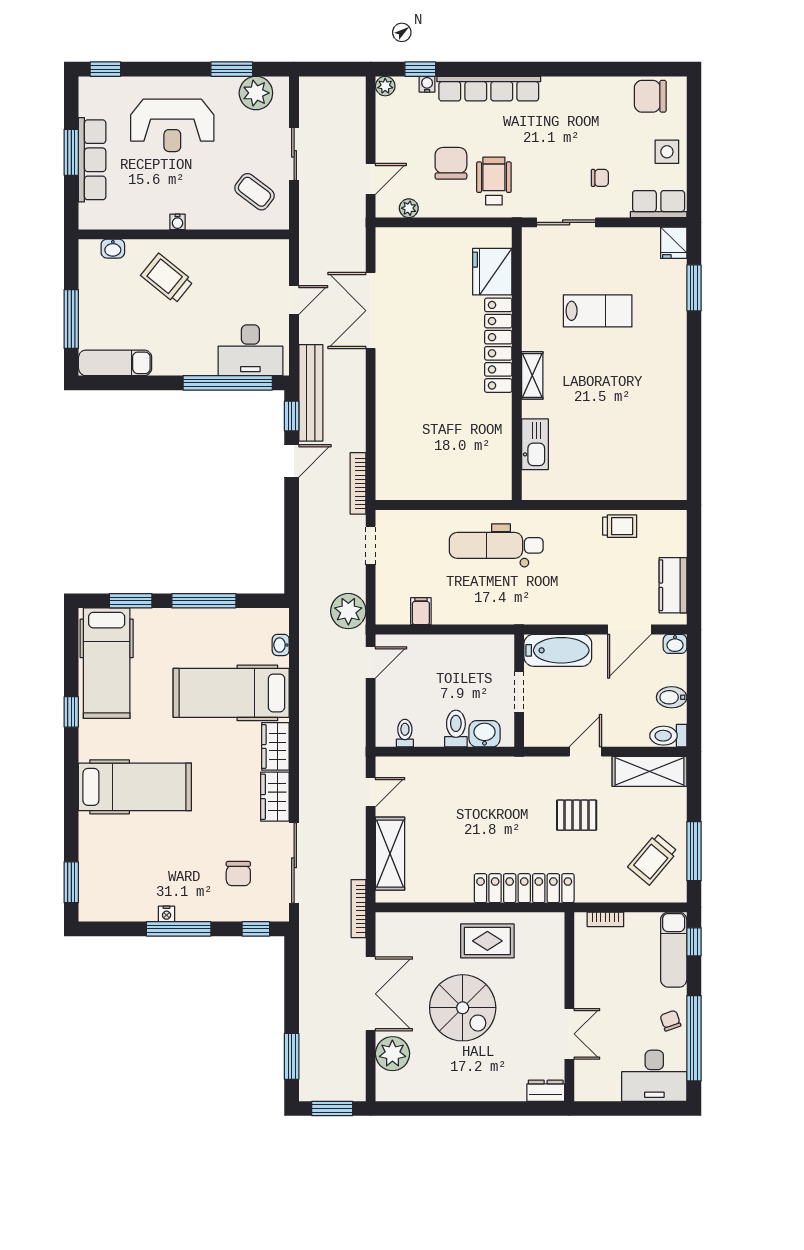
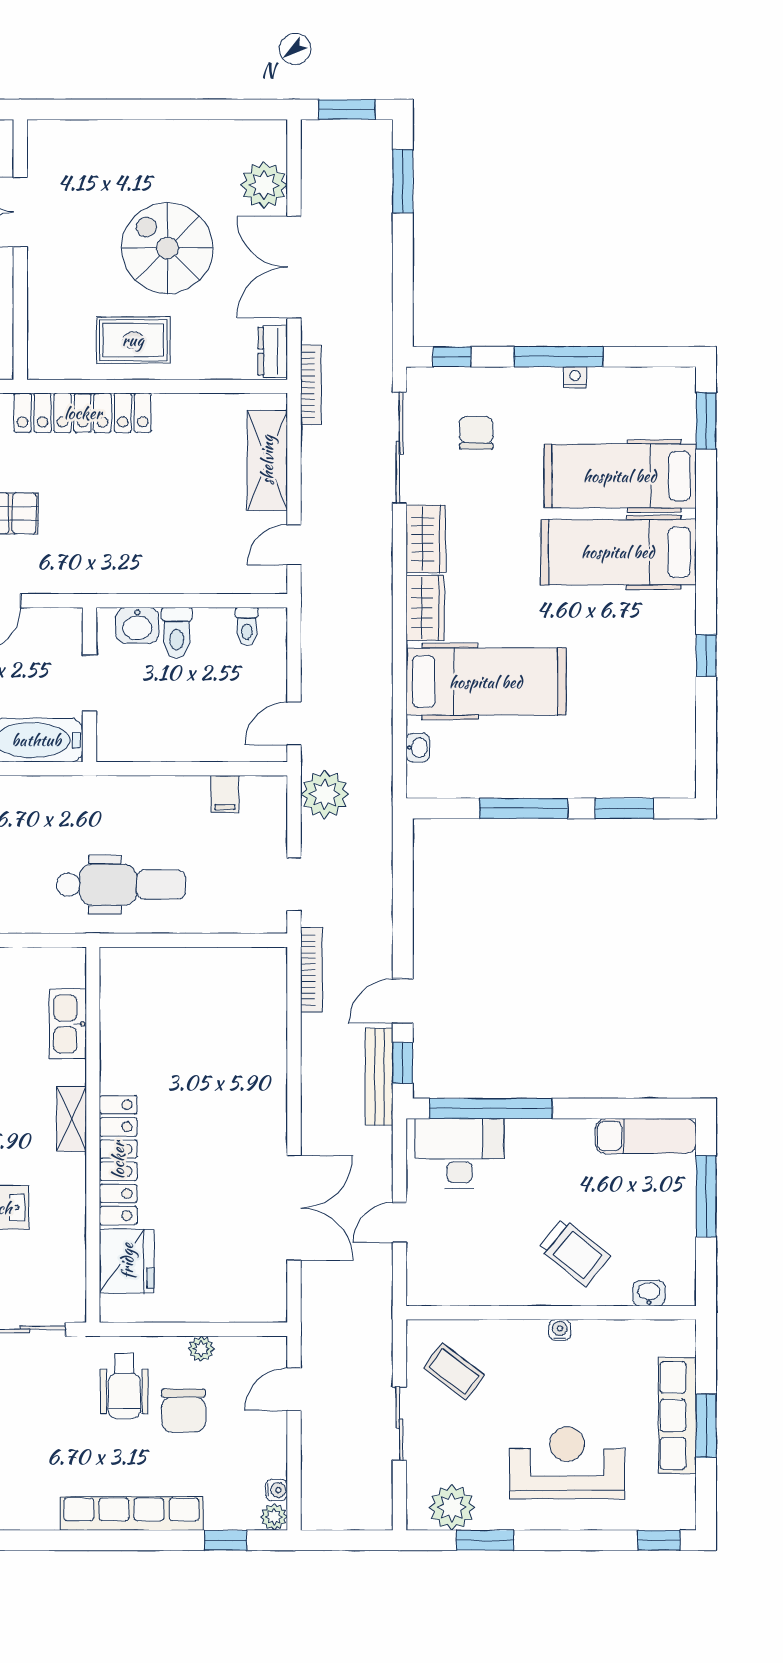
water cooler: (427, 84) -> (277, 1490), moved, turned -90
plant: (409, 208) -> (201, 1349), moved
bench: (311, 393) -> (379, 1077), width x0.73, depth x0.82
hospital bed: (107, 663) -> (620, 476), moved, turned -90
dresser: (546, 1091) -> (273, 351), moved, turned 90

